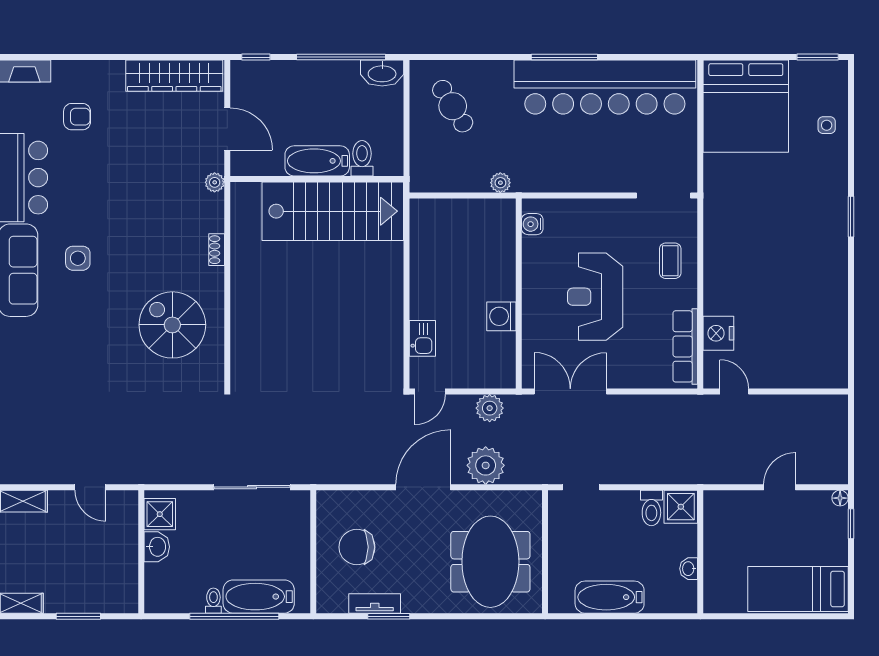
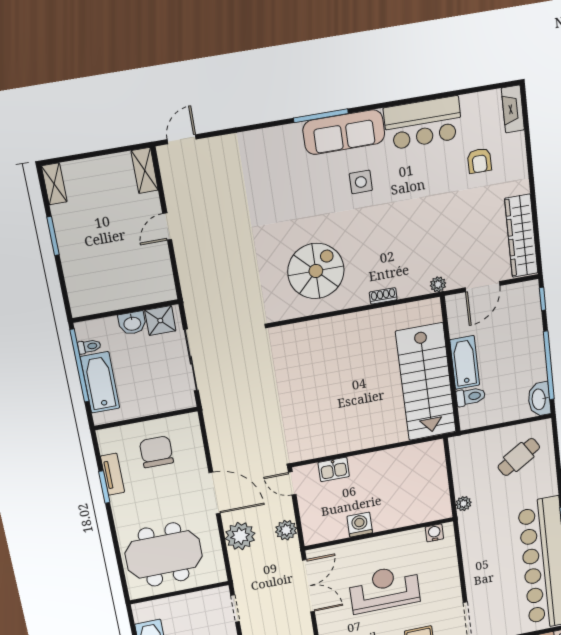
shower: (160, 514) -> (160, 321), moved
washbasin: (157, 547) -> (132, 323), moved
wall: (141, 552) -> (126, 311), moved

